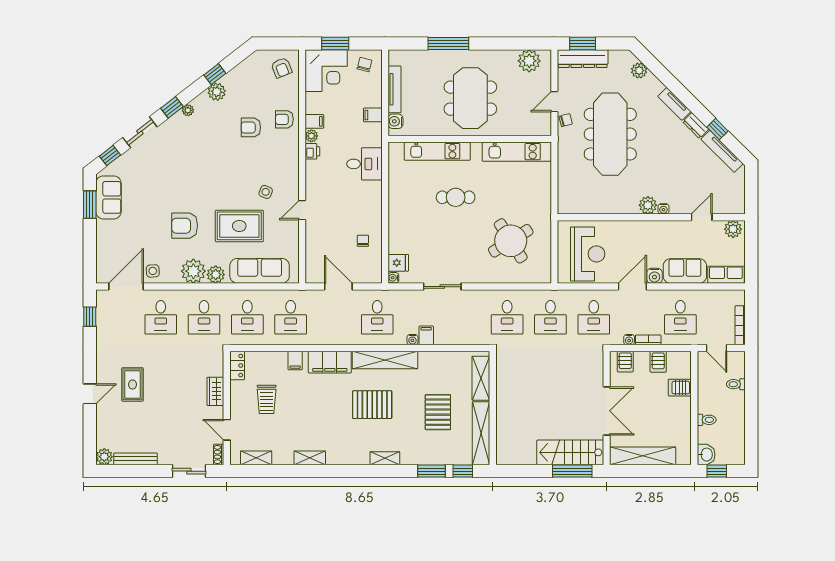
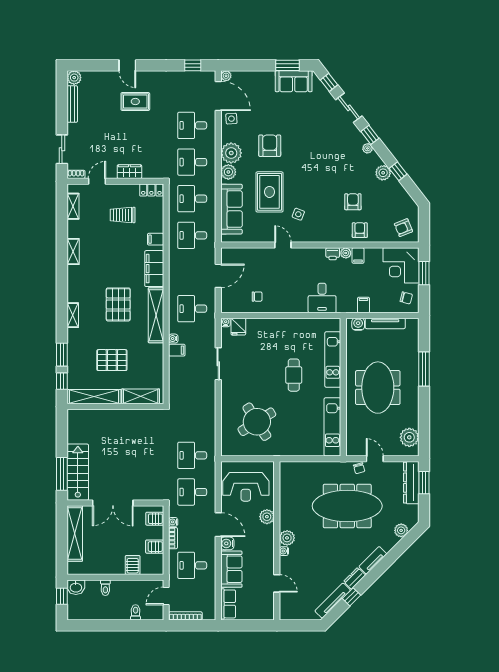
meeting table: (470, 98) -> (378, 388), turned 90
plant: (733, 229) -> (267, 517), moved
plant: (102, 277) -> (226, 76), added
desk: (507, 317) -> (192, 419), removed

